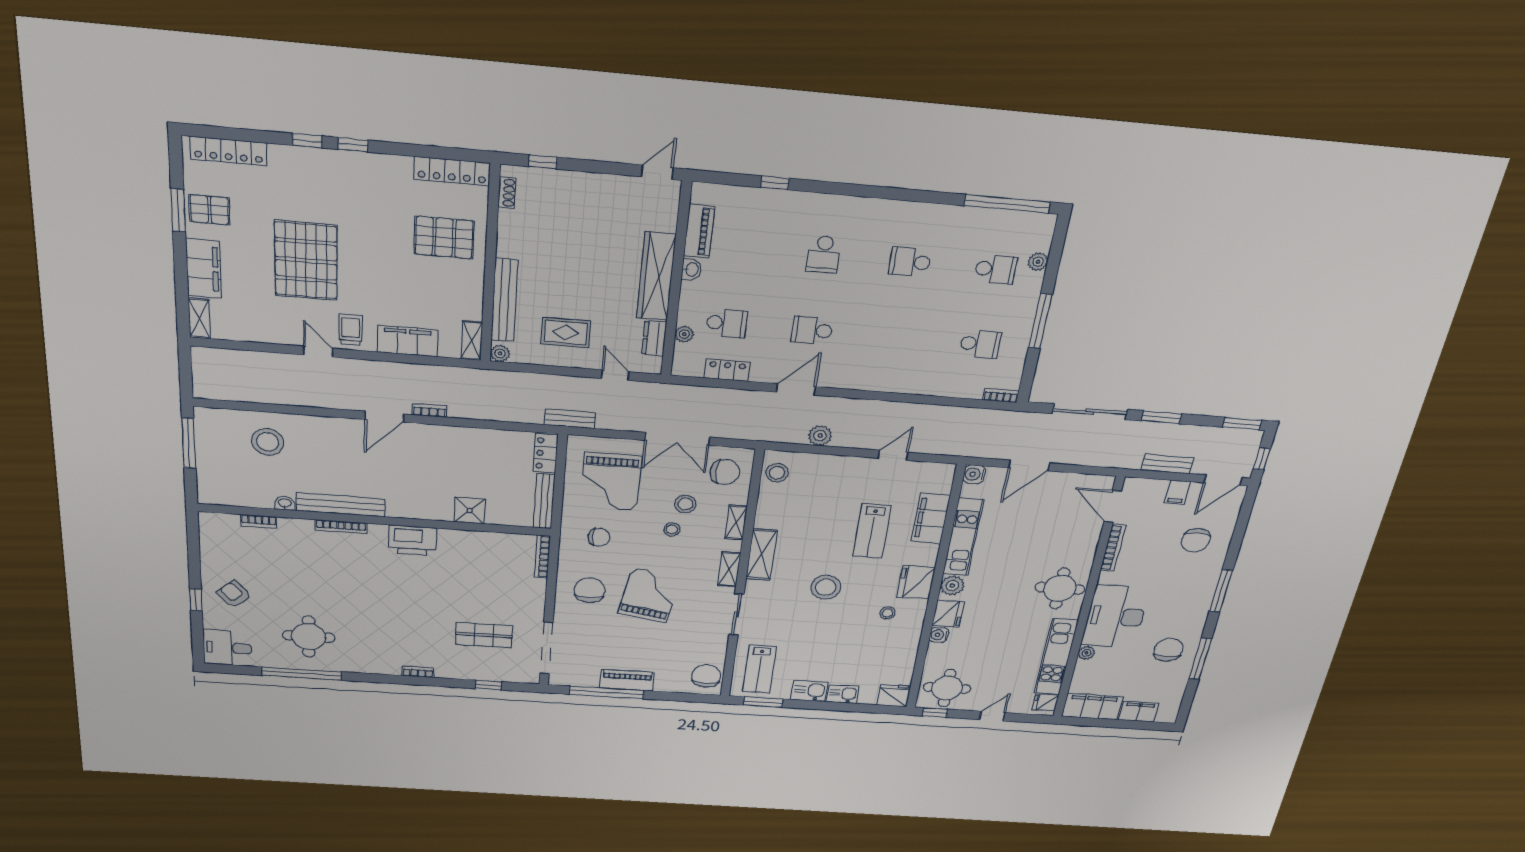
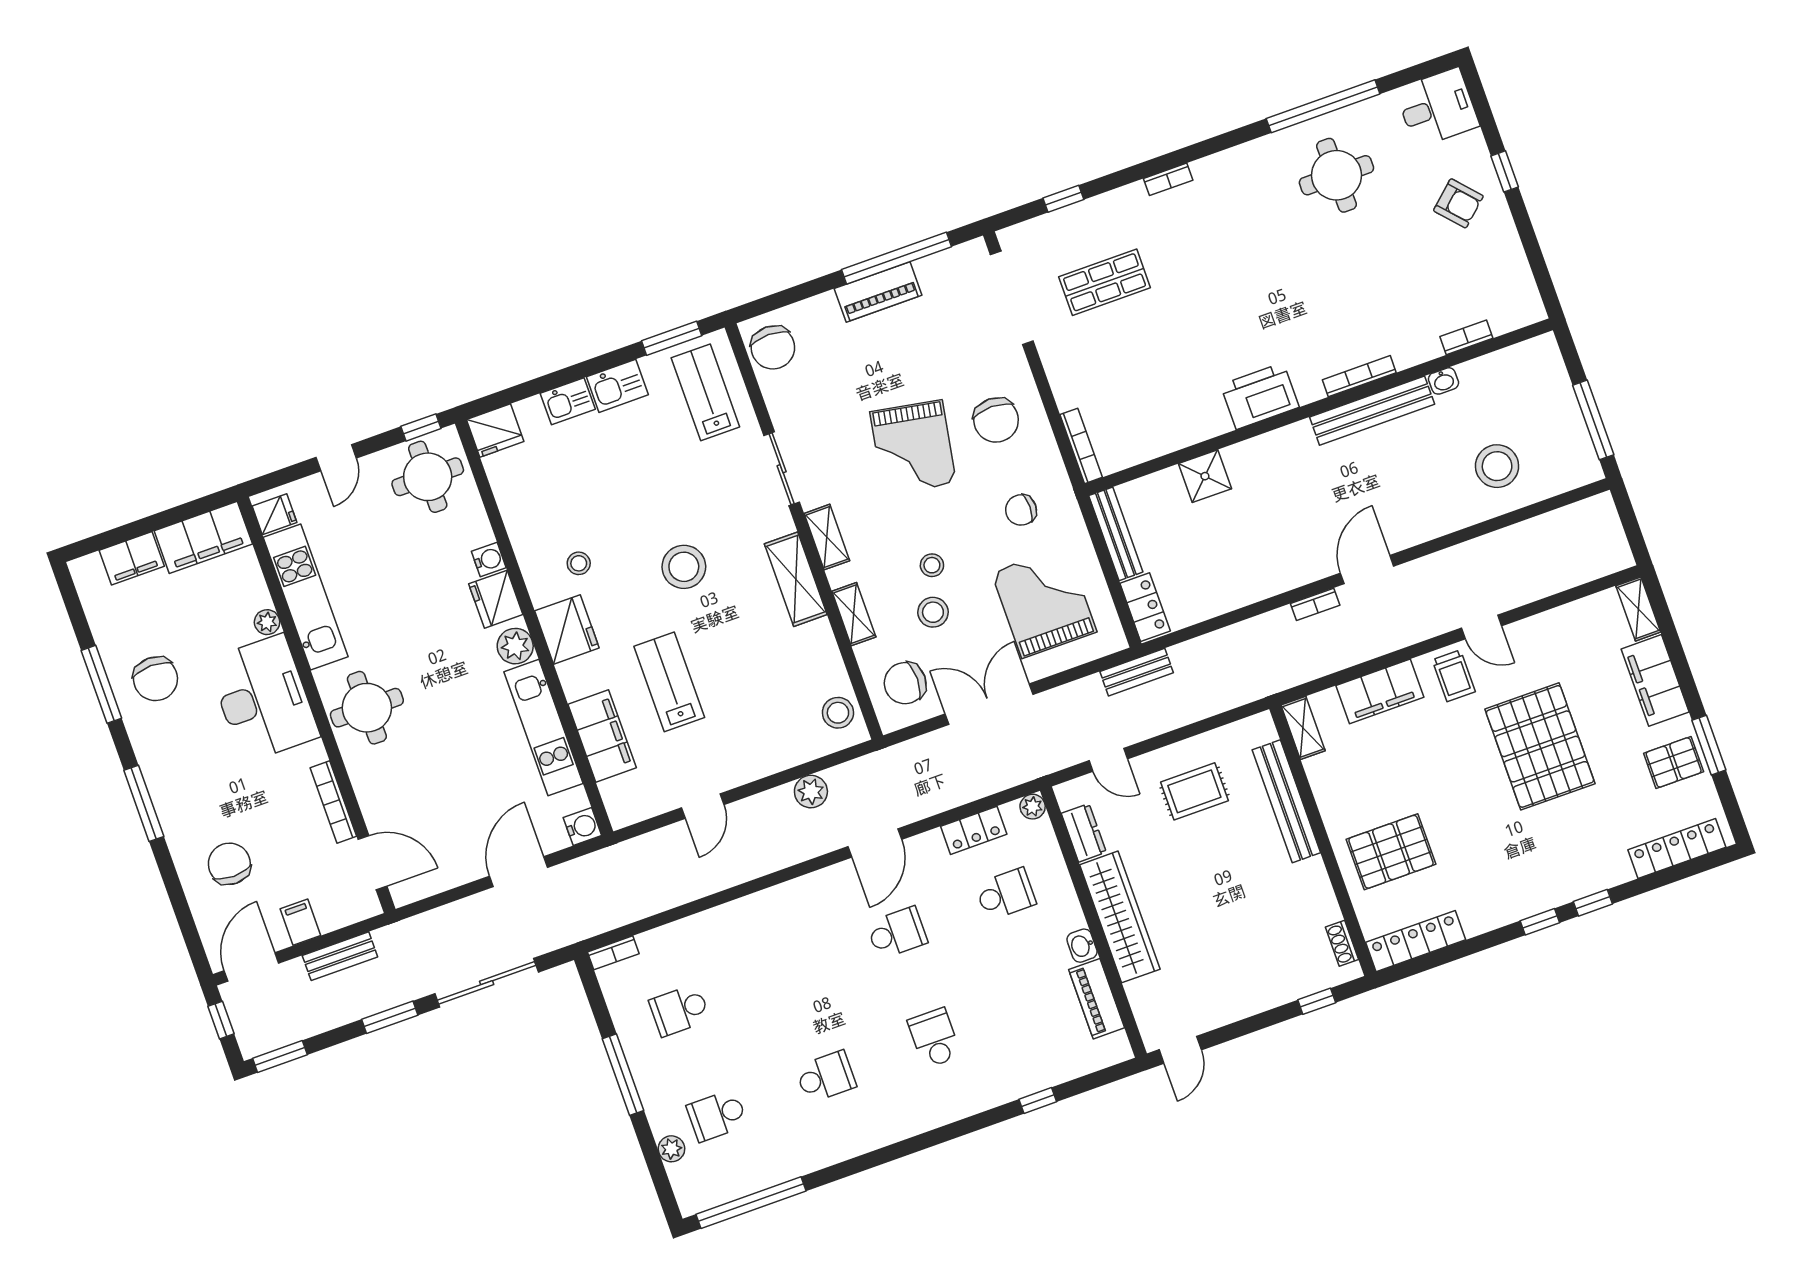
school desk: (727, 323) -> (1006, 894), turned 180
plant: (684, 334) -> (1033, 807), moved
plant: (500, 353) -> (1262, 726), removed

